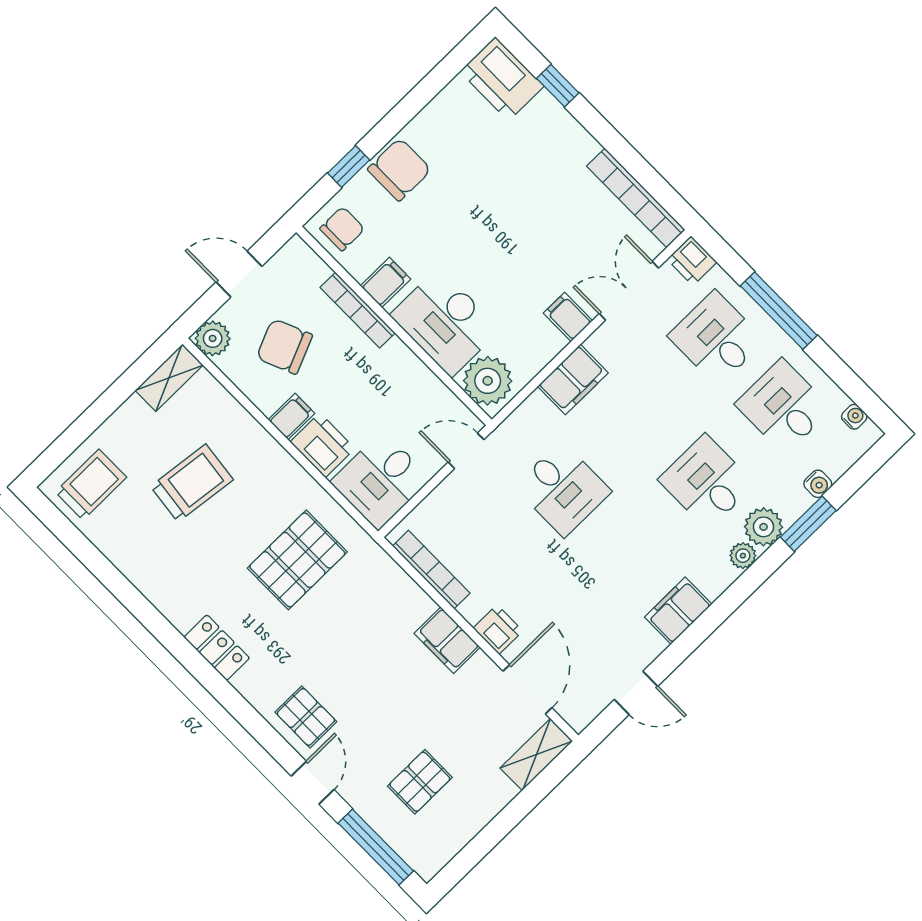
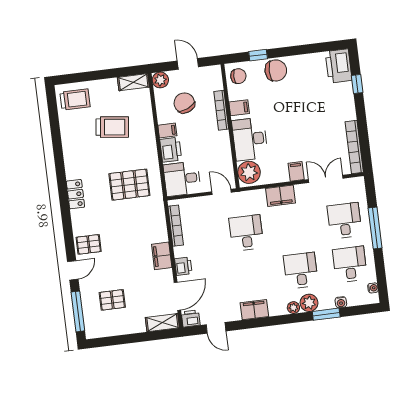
printer: (692, 261) -> (191, 319), moved, turned 90
desk: (563, 489) -> (246, 233), turned 180
pallet: (306, 717) -> (89, 244), turned 90

